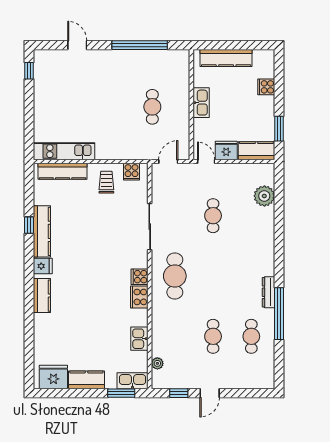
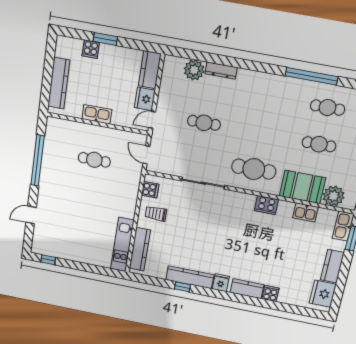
window: (279, 129) -> (105, 39), moved
cooker: (140, 277) -> (270, 294), moved, turned 180
dresser: (269, 292) -> (221, 71), moved
booth: (166, 330) -> (302, 187), added
plant: (157, 363) -> (334, 196), width x1.88, depth x1.88

